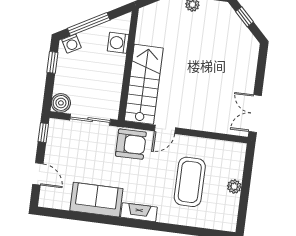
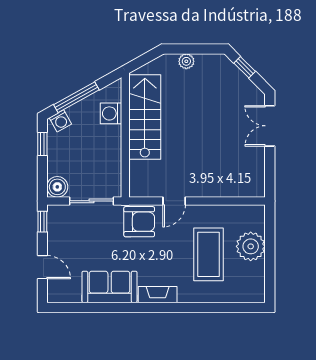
stairs: (144, 84) -> (145, 117), moved
double door: (255, 114) -> (270, 126), moved
plant: (234, 187) -> (251, 246), width x1.88, depth x1.88

